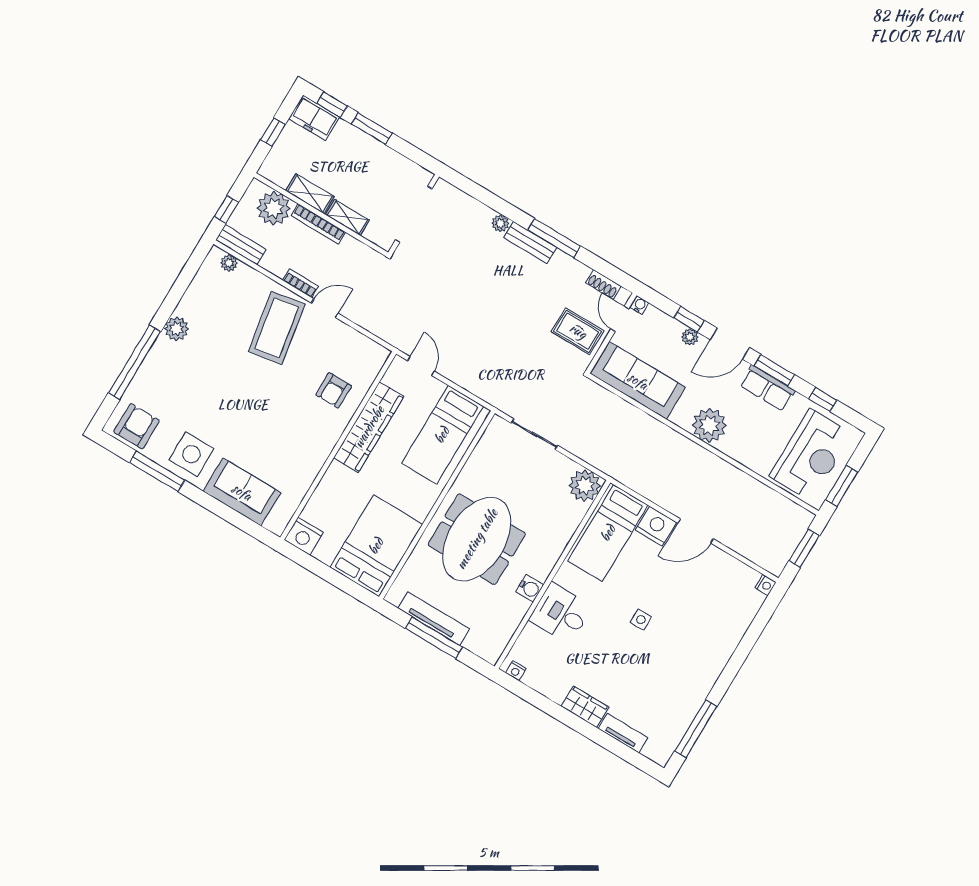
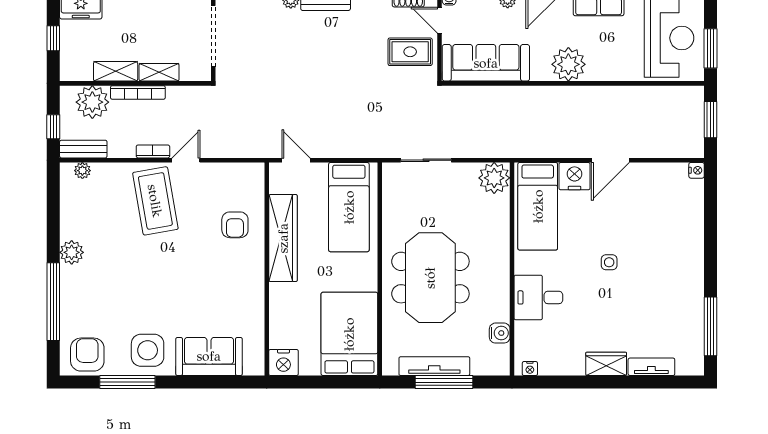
water cooler: (530, 588) -> (500, 333), moved

